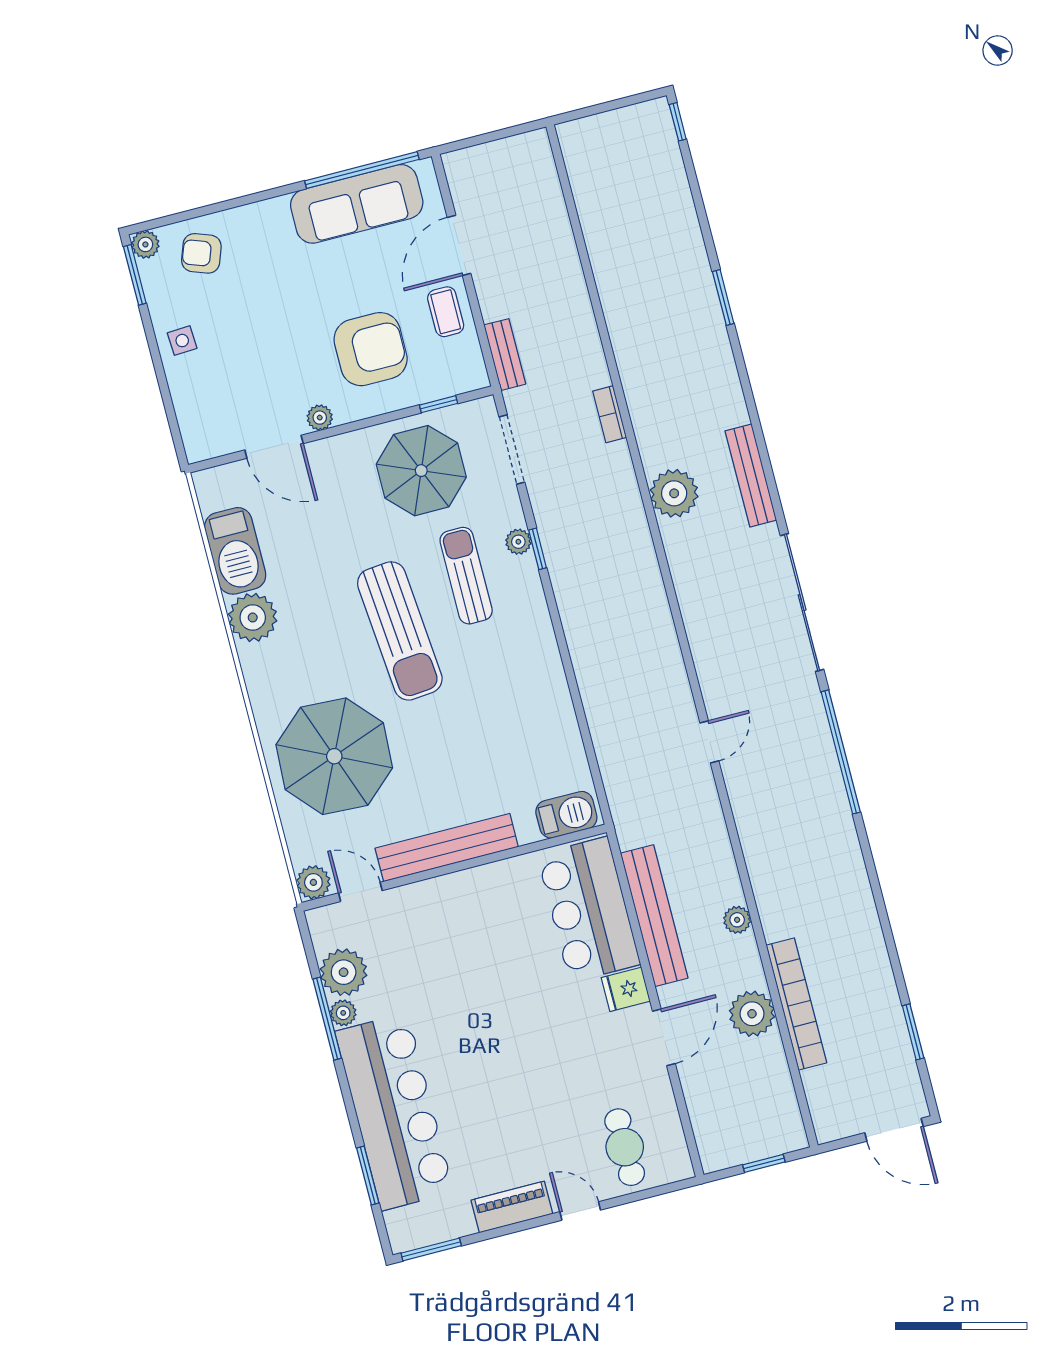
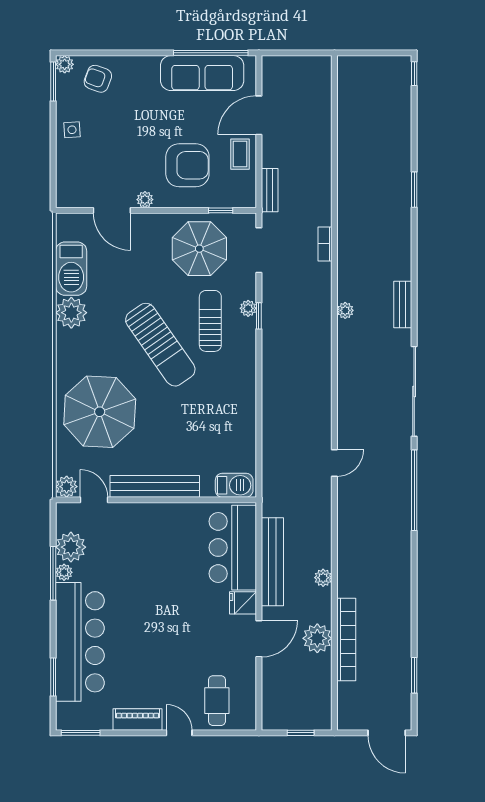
bench: (751, 476) -> (403, 305), width x0.73
plant: (674, 493) -> (345, 310), width x0.53, depth x0.53
sun lounger: (400, 631) -> (160, 345), turned -30

